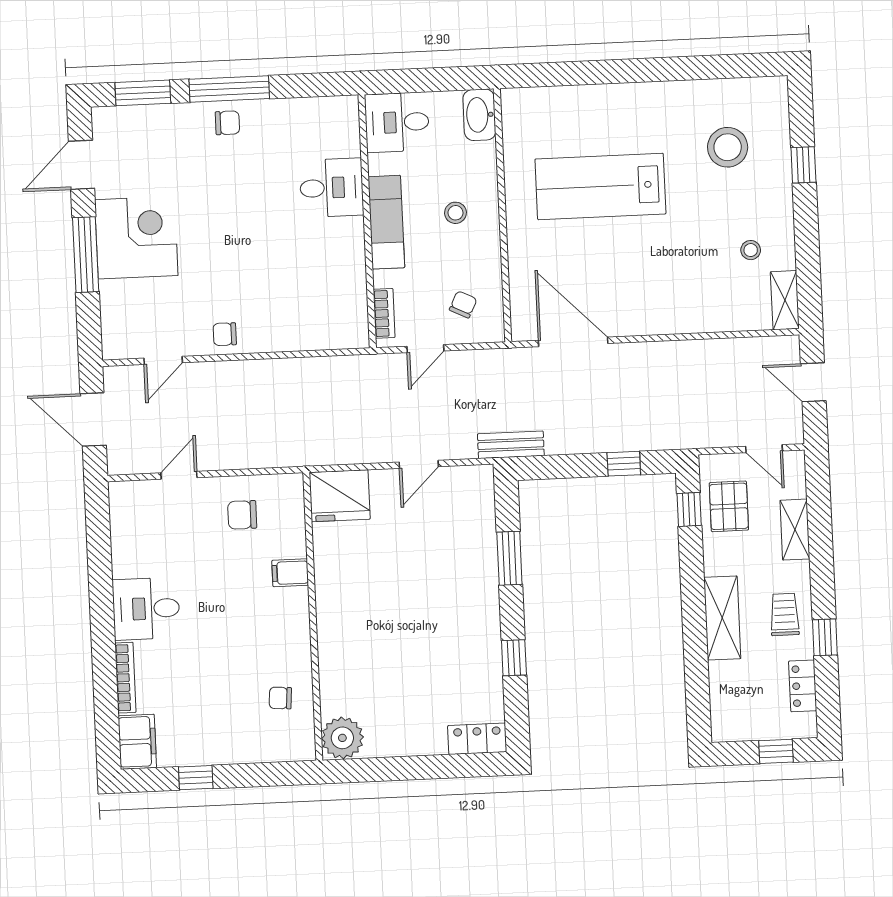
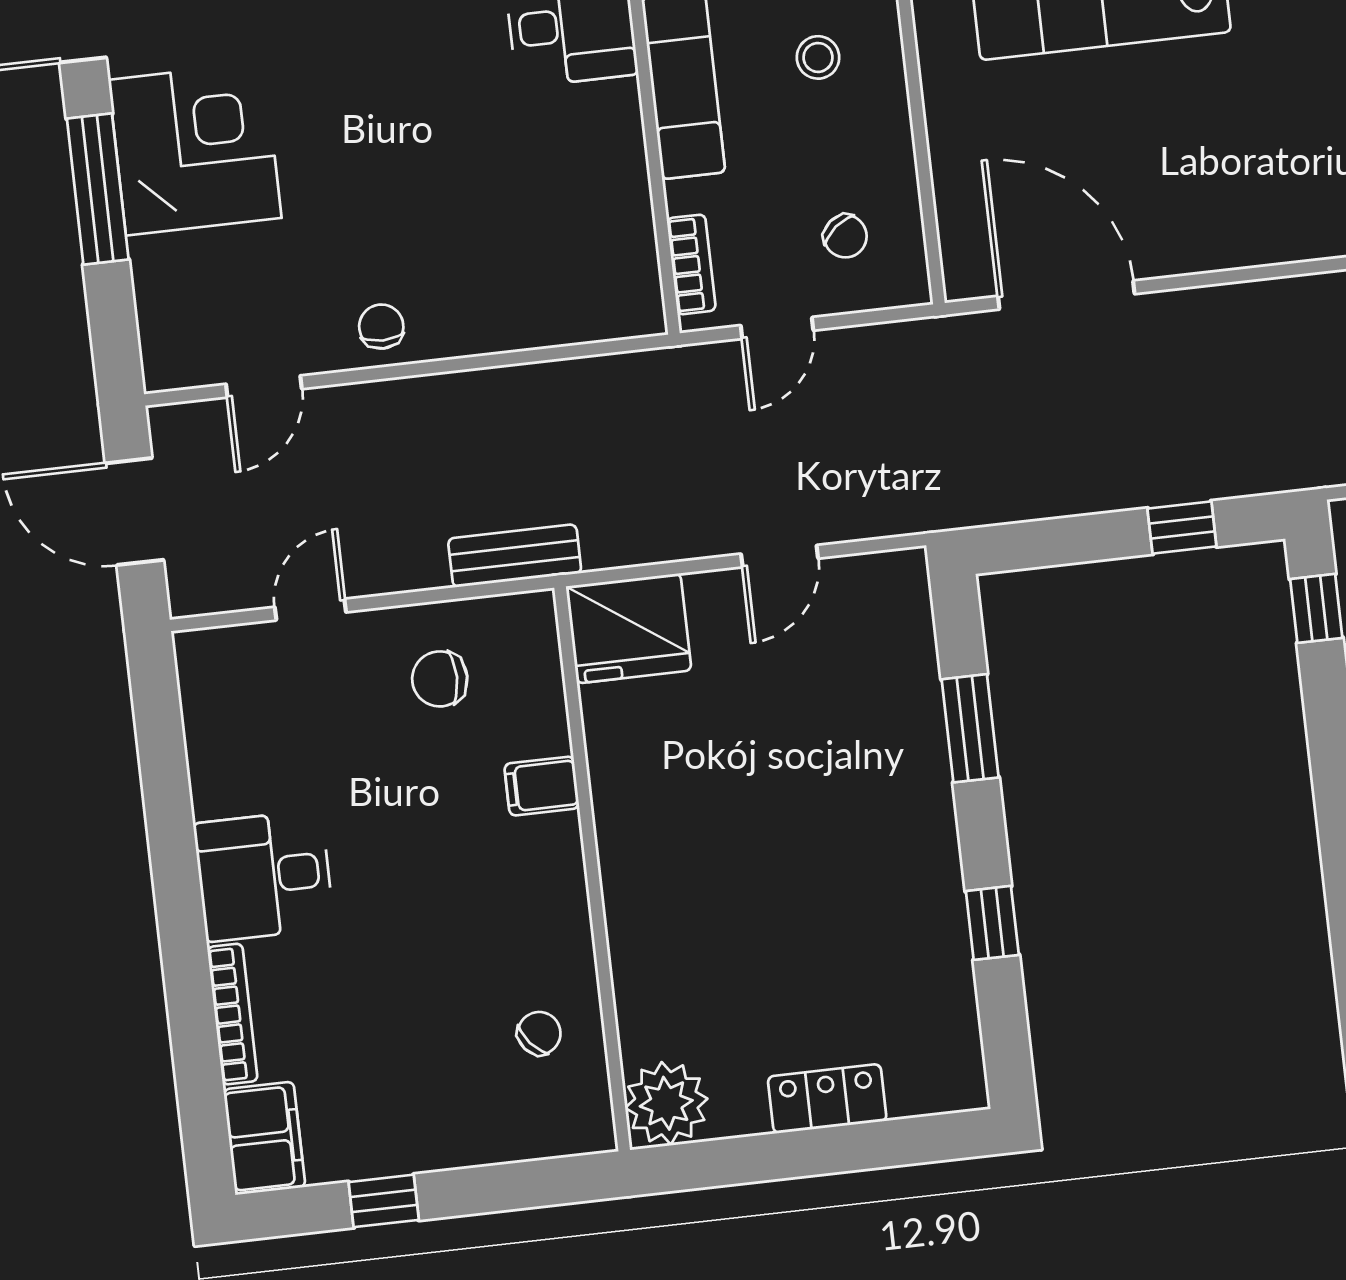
chair: (463, 304) -> (845, 236), turned 115
chair: (225, 334) -> (381, 327), turned 90
bench: (511, 445) -> (515, 556), moved
chair: (280, 698) -> (539, 1033), turned 136
locker: (477, 739) -> (827, 1099), moved

